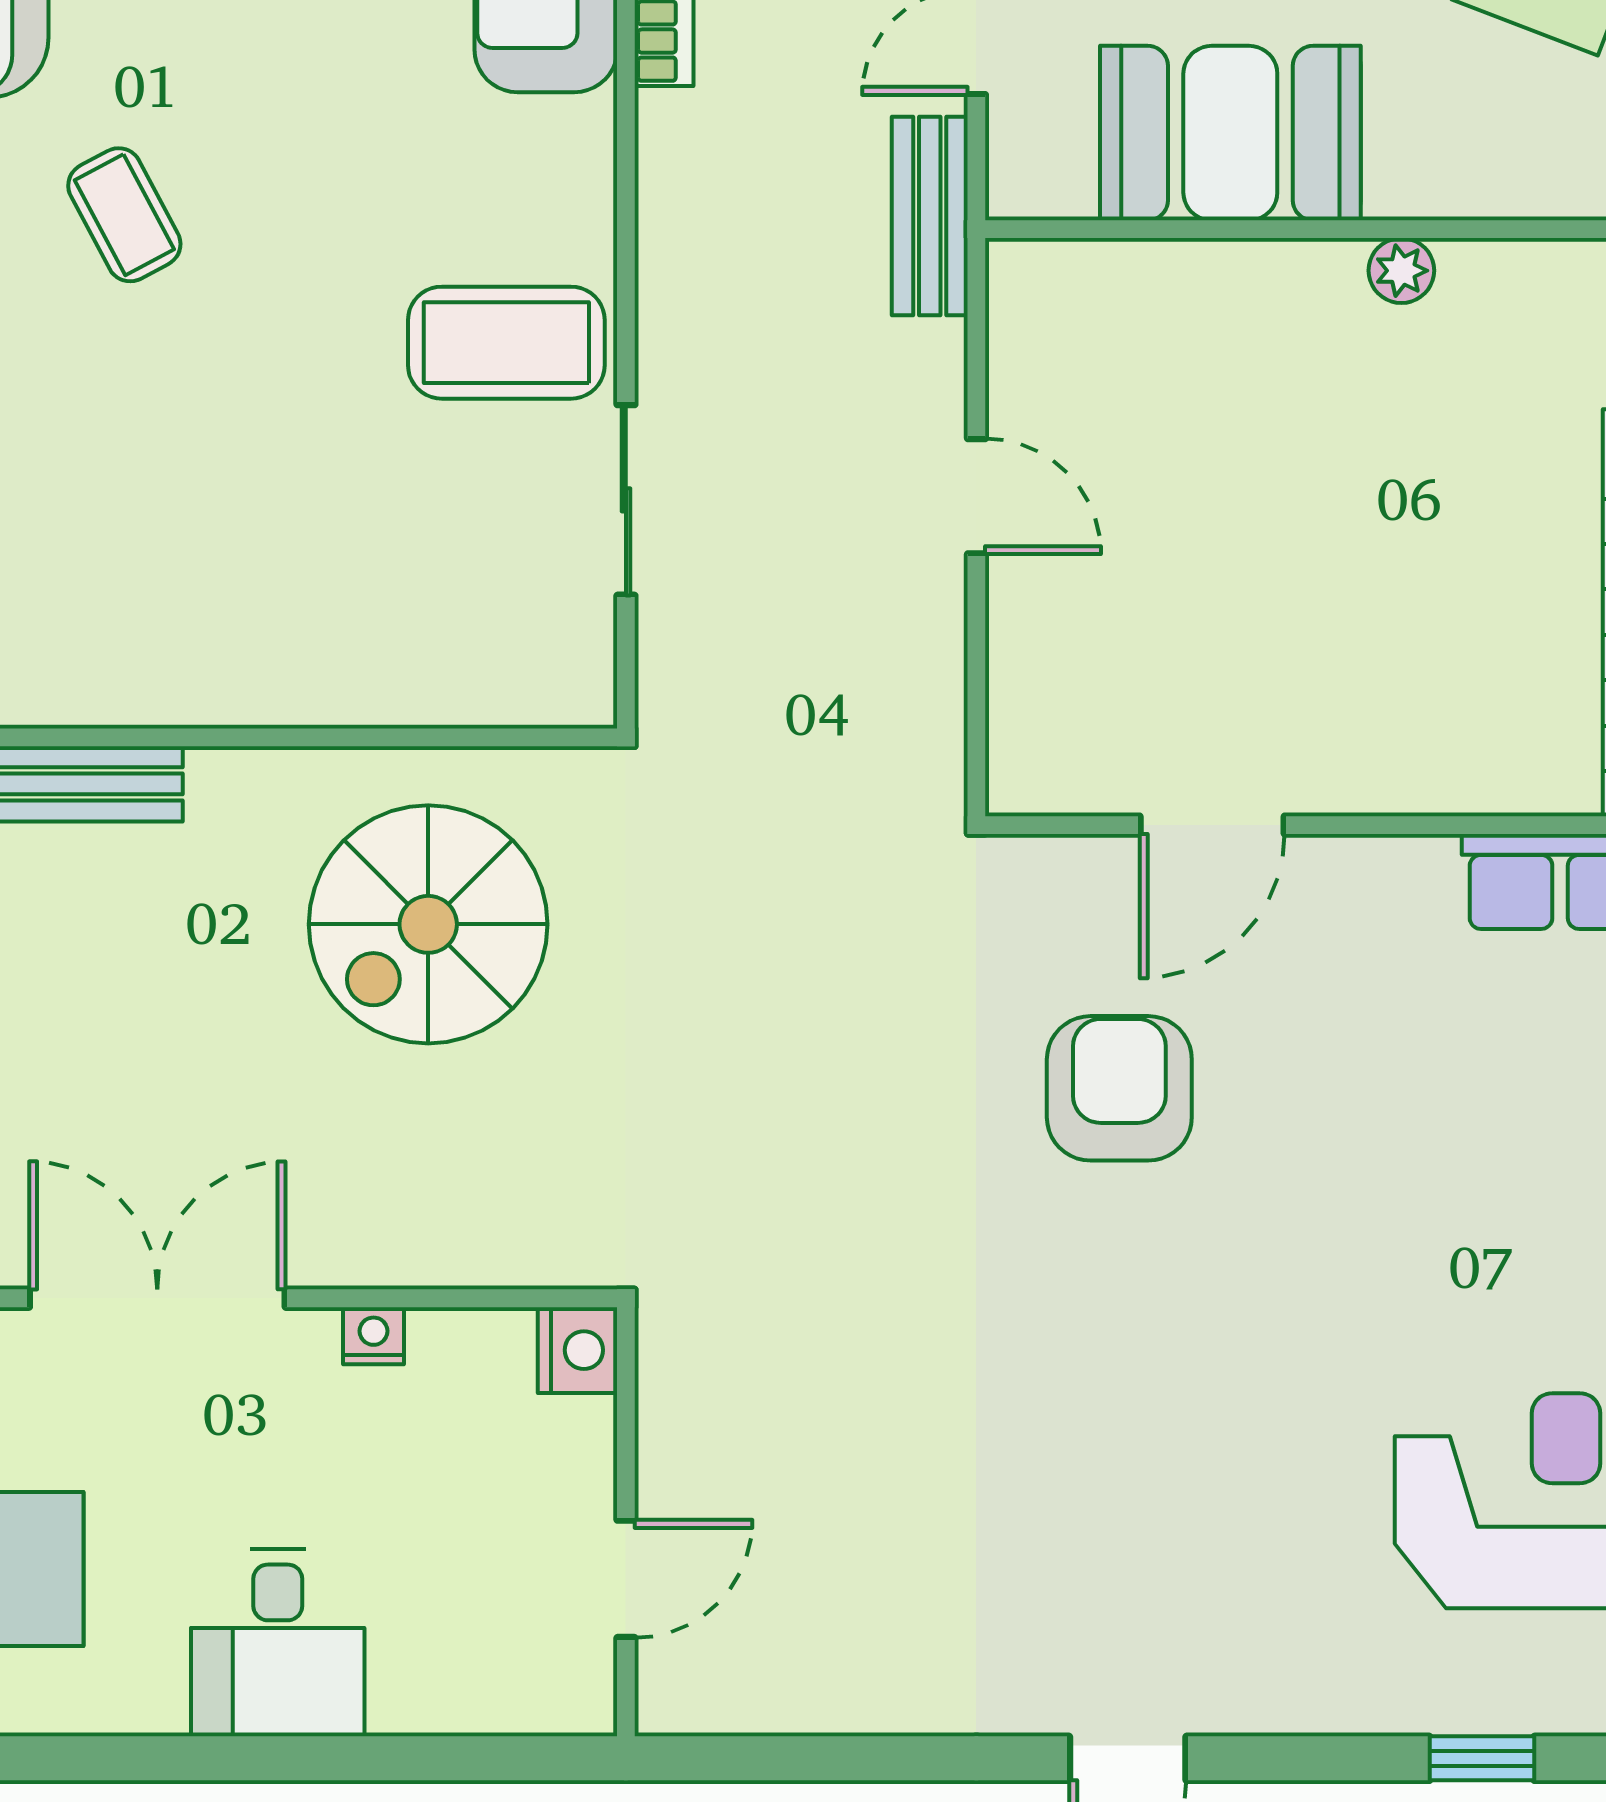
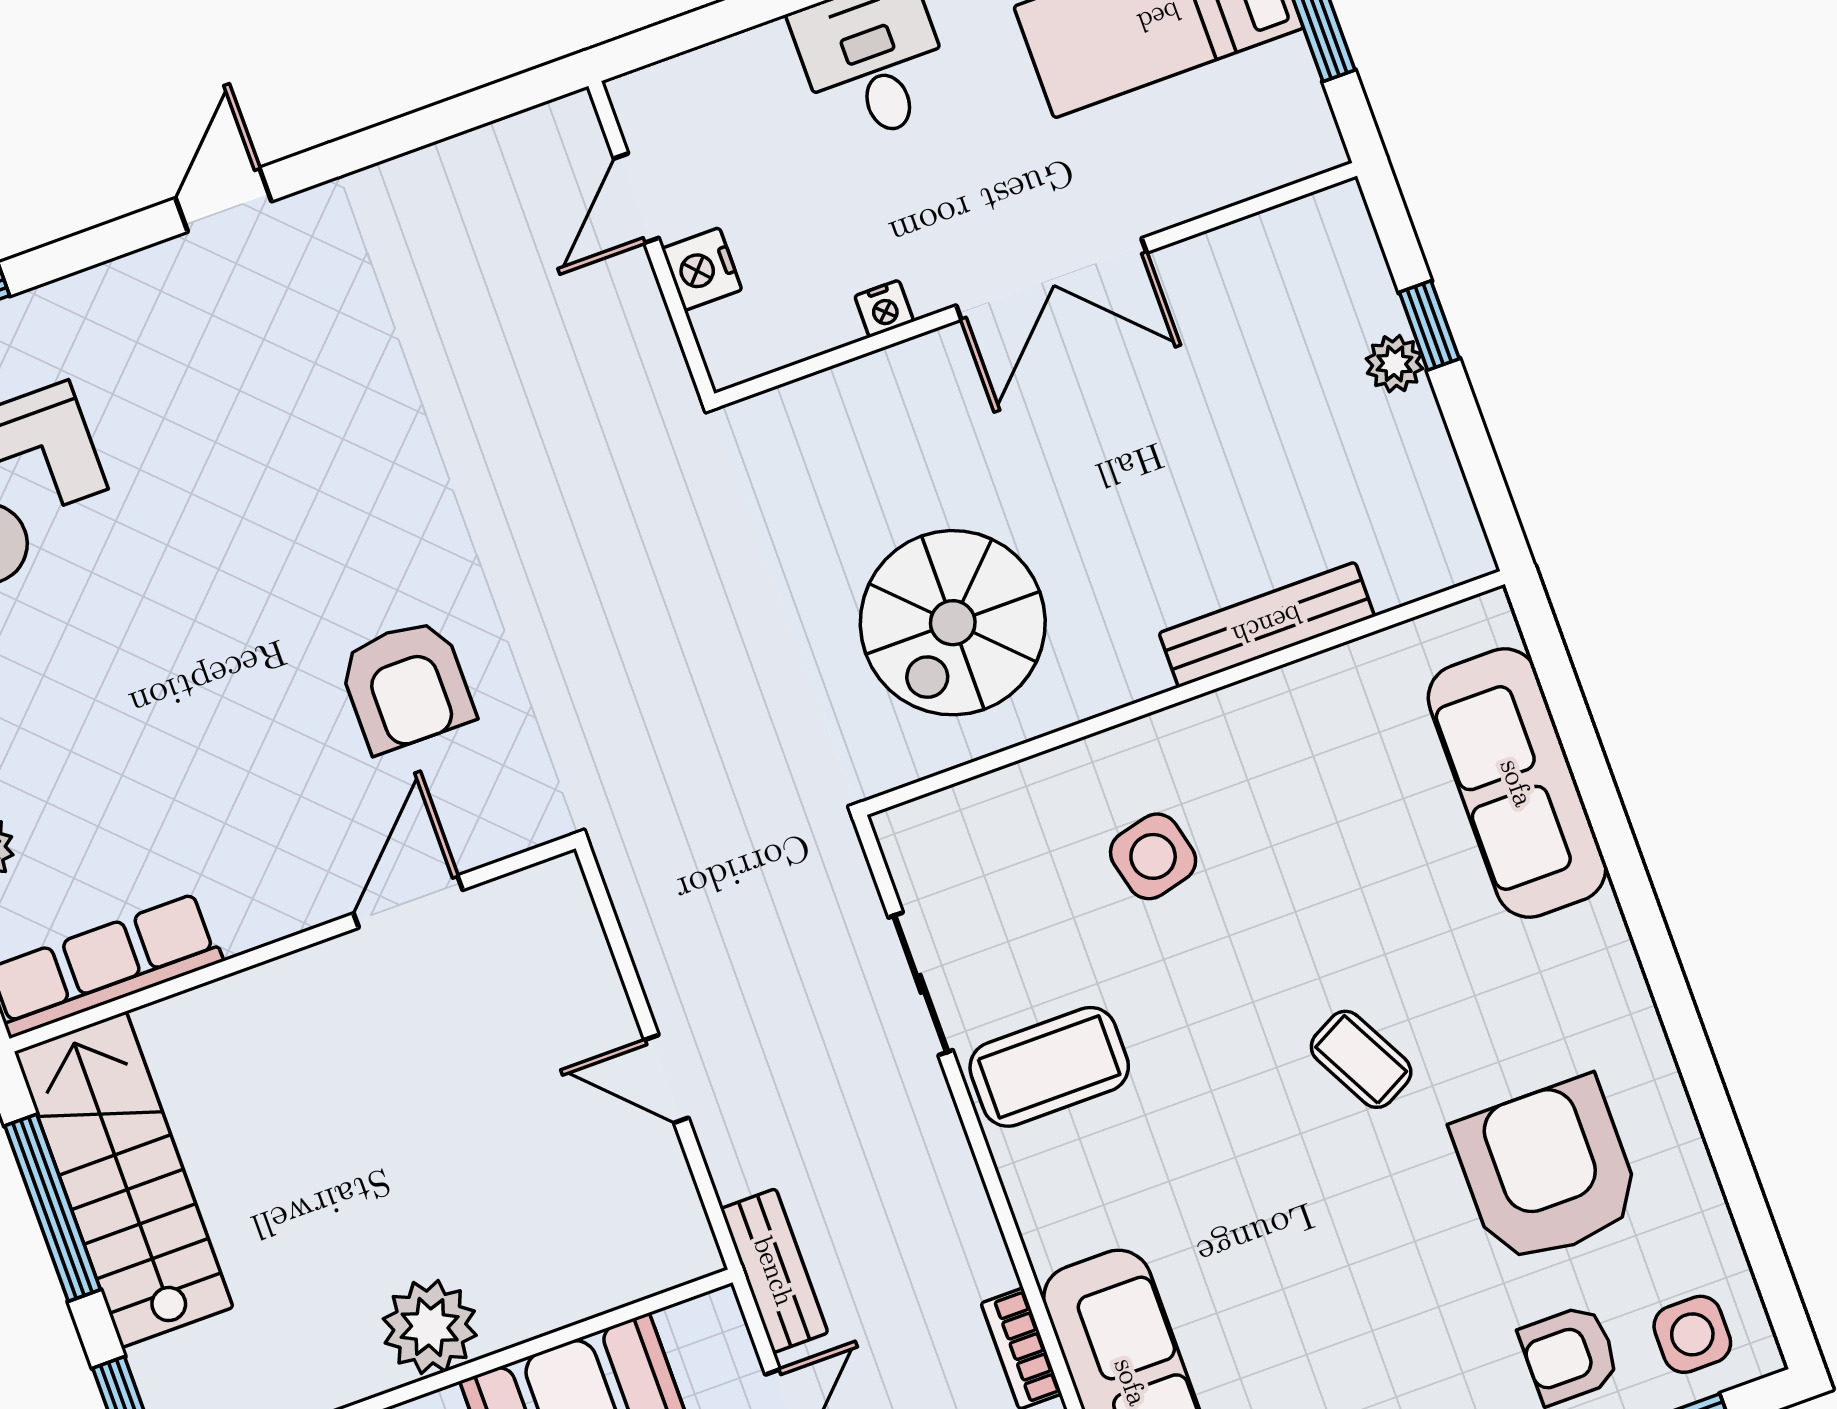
plant: (1401, 271) -> (430, 1327), width x1.87, depth x1.87
side table: (288, 553) -> (1153, 856), added
spiral stairs: (428, 924) -> (953, 623), turned 180
nightstand: (578, 1350) -> (702, 269), moved

